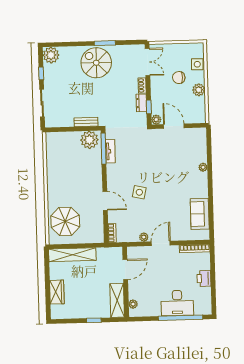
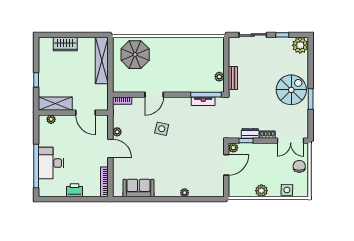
chair: (179, 78) -> (299, 166), moved
plant: (89, 140) -> (219, 77), width x0.53, depth x0.53

